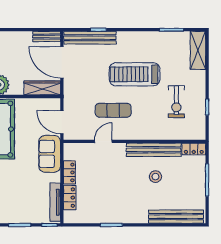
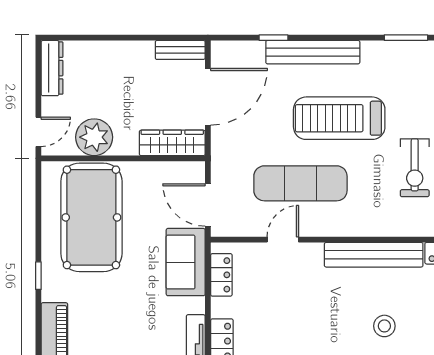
bench: (90, 38) -> (313, 52), moved
door: (62, 62) -> (208, 97), swing flipped
exercise mat: (113, 110) -> (300, 183), width x1.36, depth x1.45
locker: (69, 172) -> (221, 275), moved
stool: (155, 177) -> (384, 326), moved

